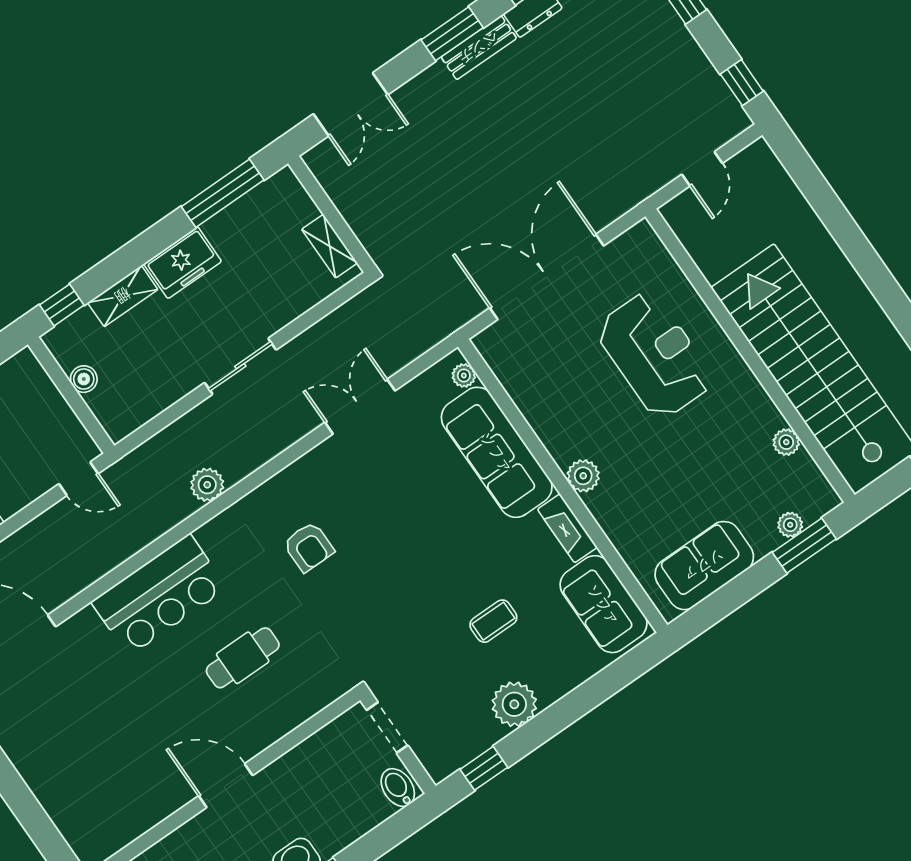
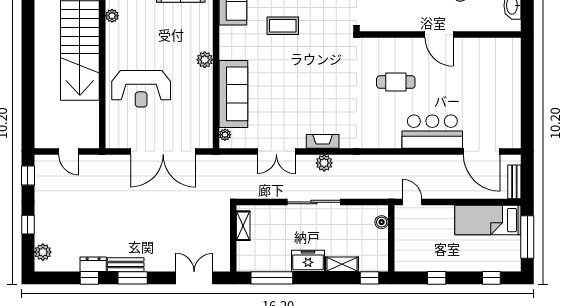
door: (702, 169) -> (69, 151), swing flipped
reception desk: (655, 355) -> (141, 89), turned -90
sliding door: (240, 366) -> (314, 202), width x1.37
boiler: (84, 379) -> (382, 222), moved
plant: (207, 485) -> (324, 163), moved
fireplace: (567, 528) -> (323, 141), moved, turned -90
armchair: (309, 547) -> (337, 109), removed
bar counter: (159, 595) -> (432, 132), moved
coffee table: (493, 621) -> (283, 26), width x1.36, depth x1.30

